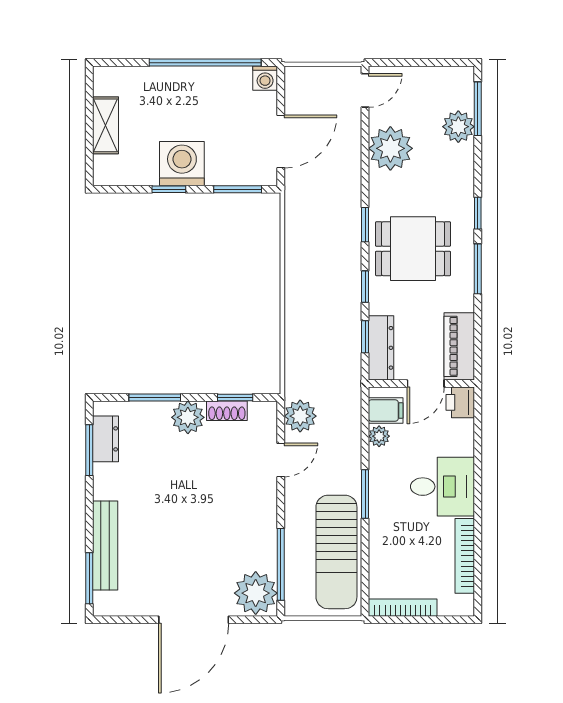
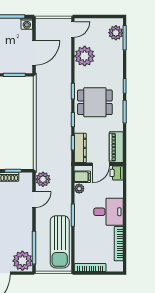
plant: (458, 127) -> (116, 33), moved

